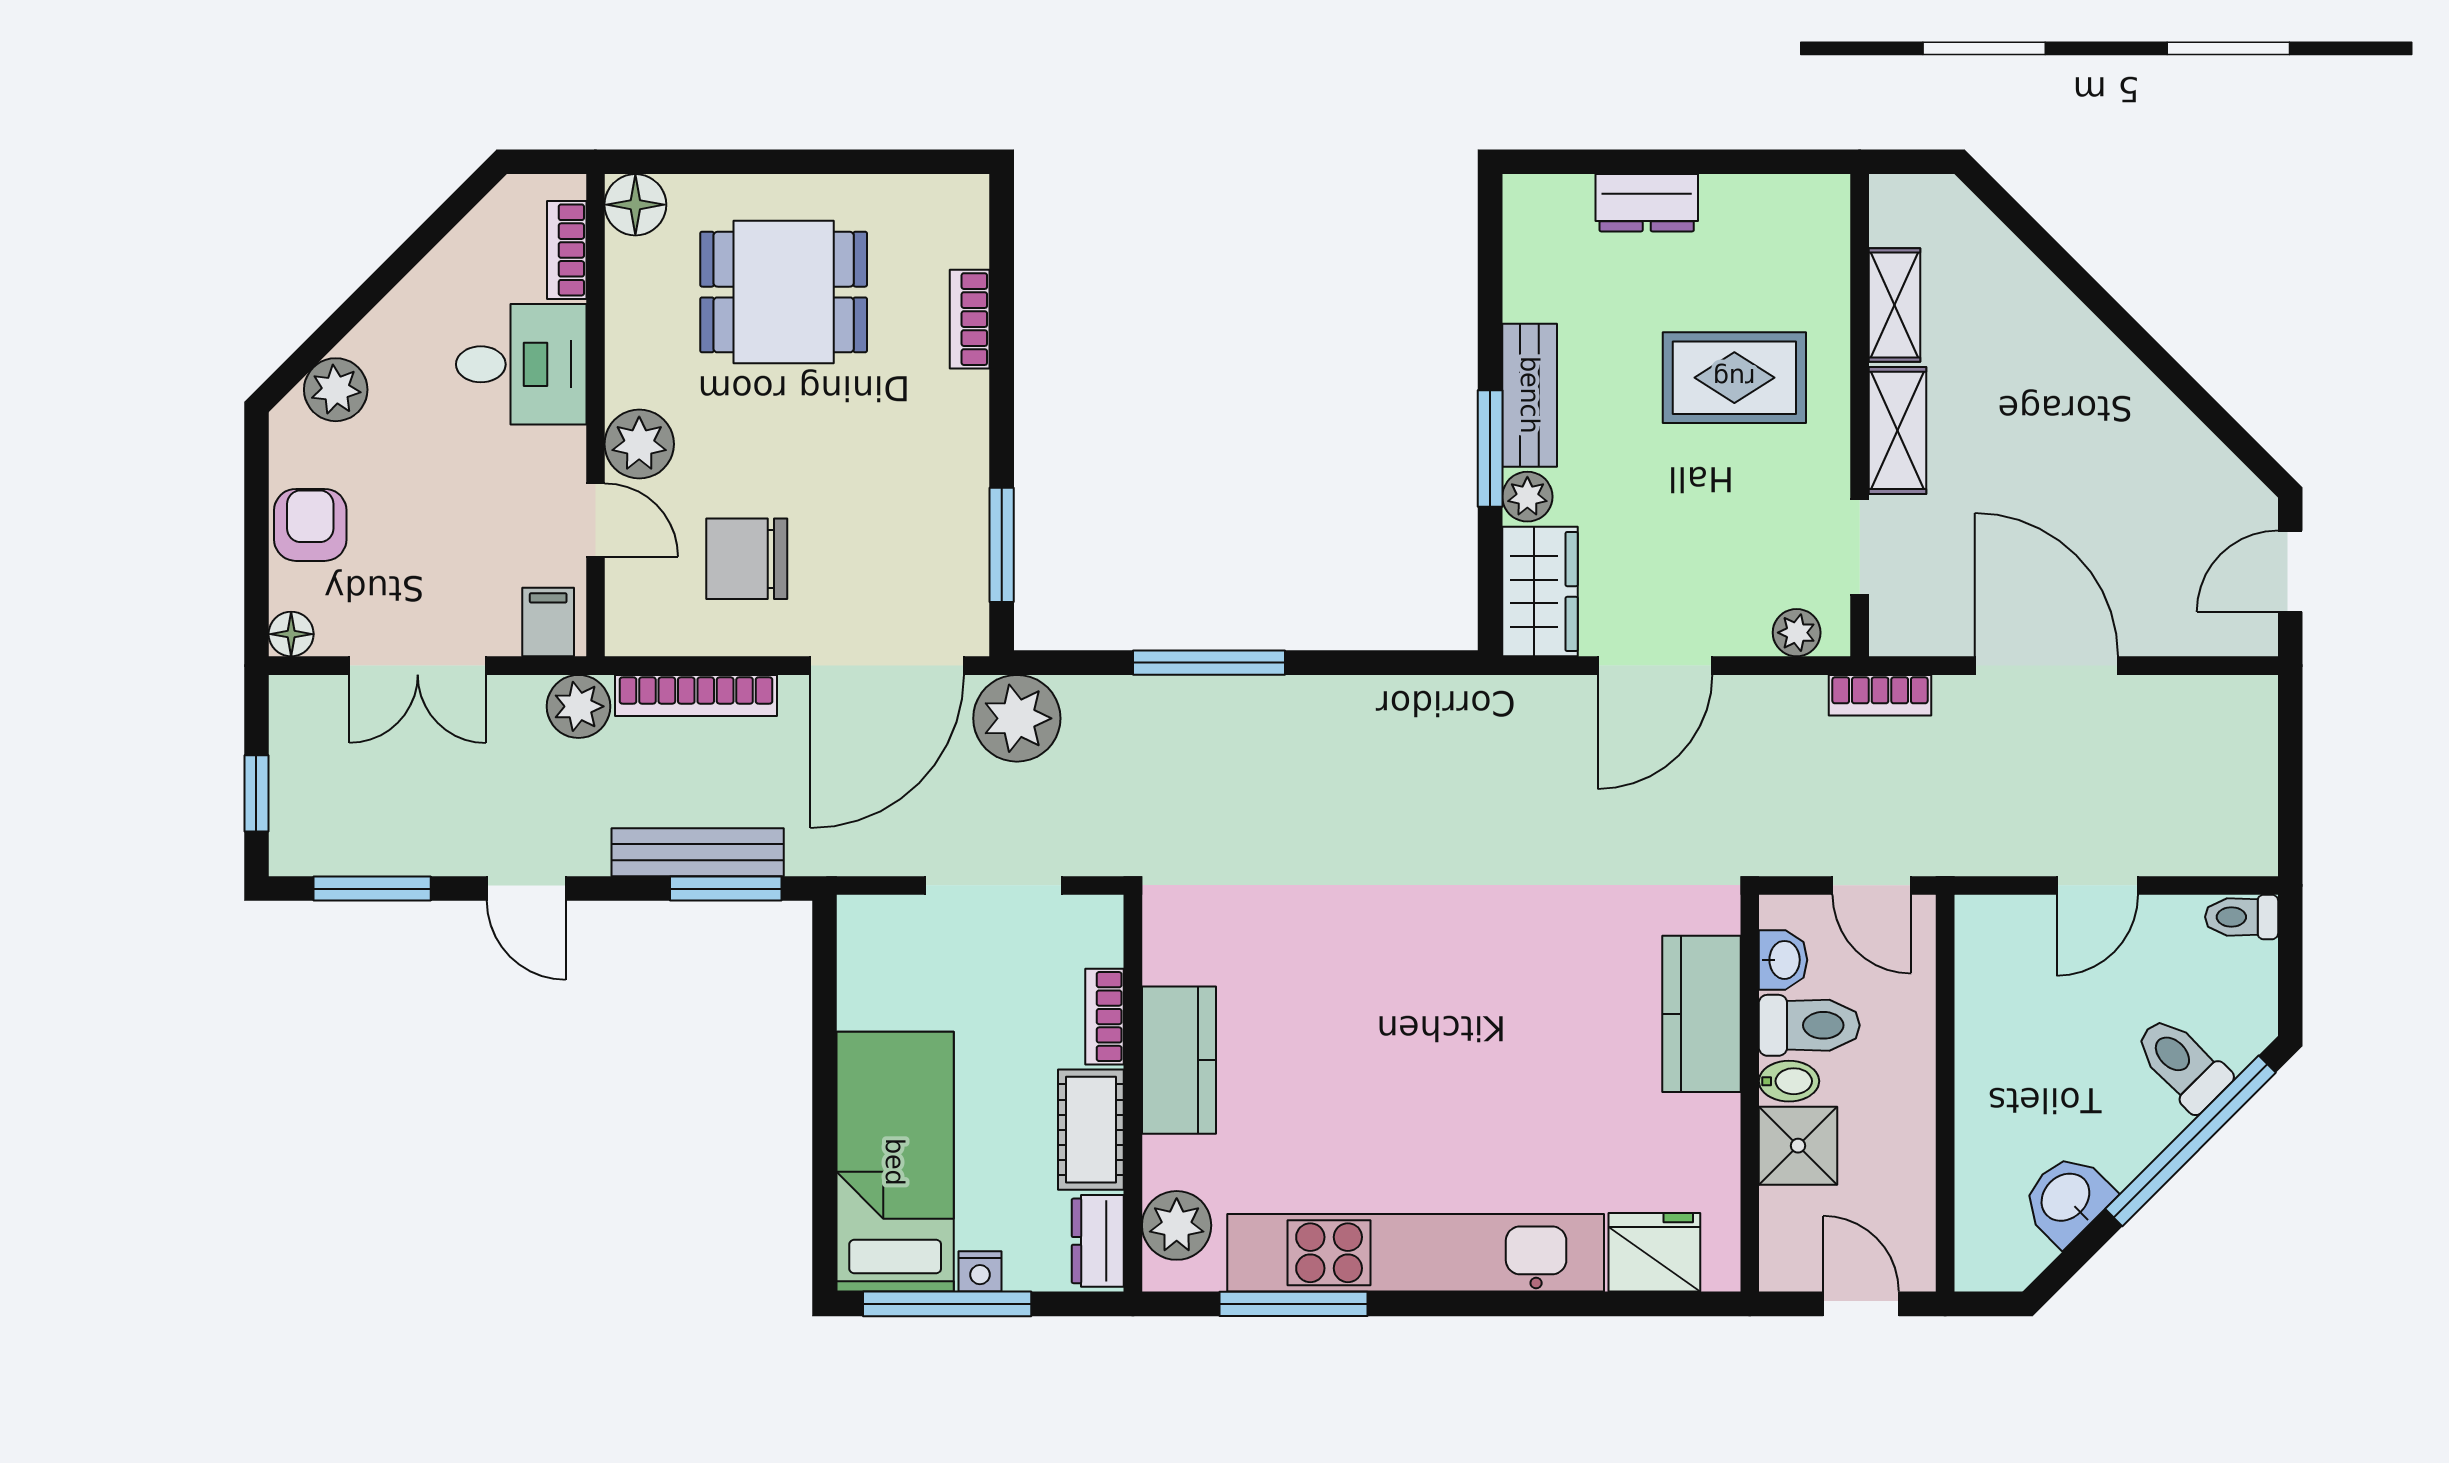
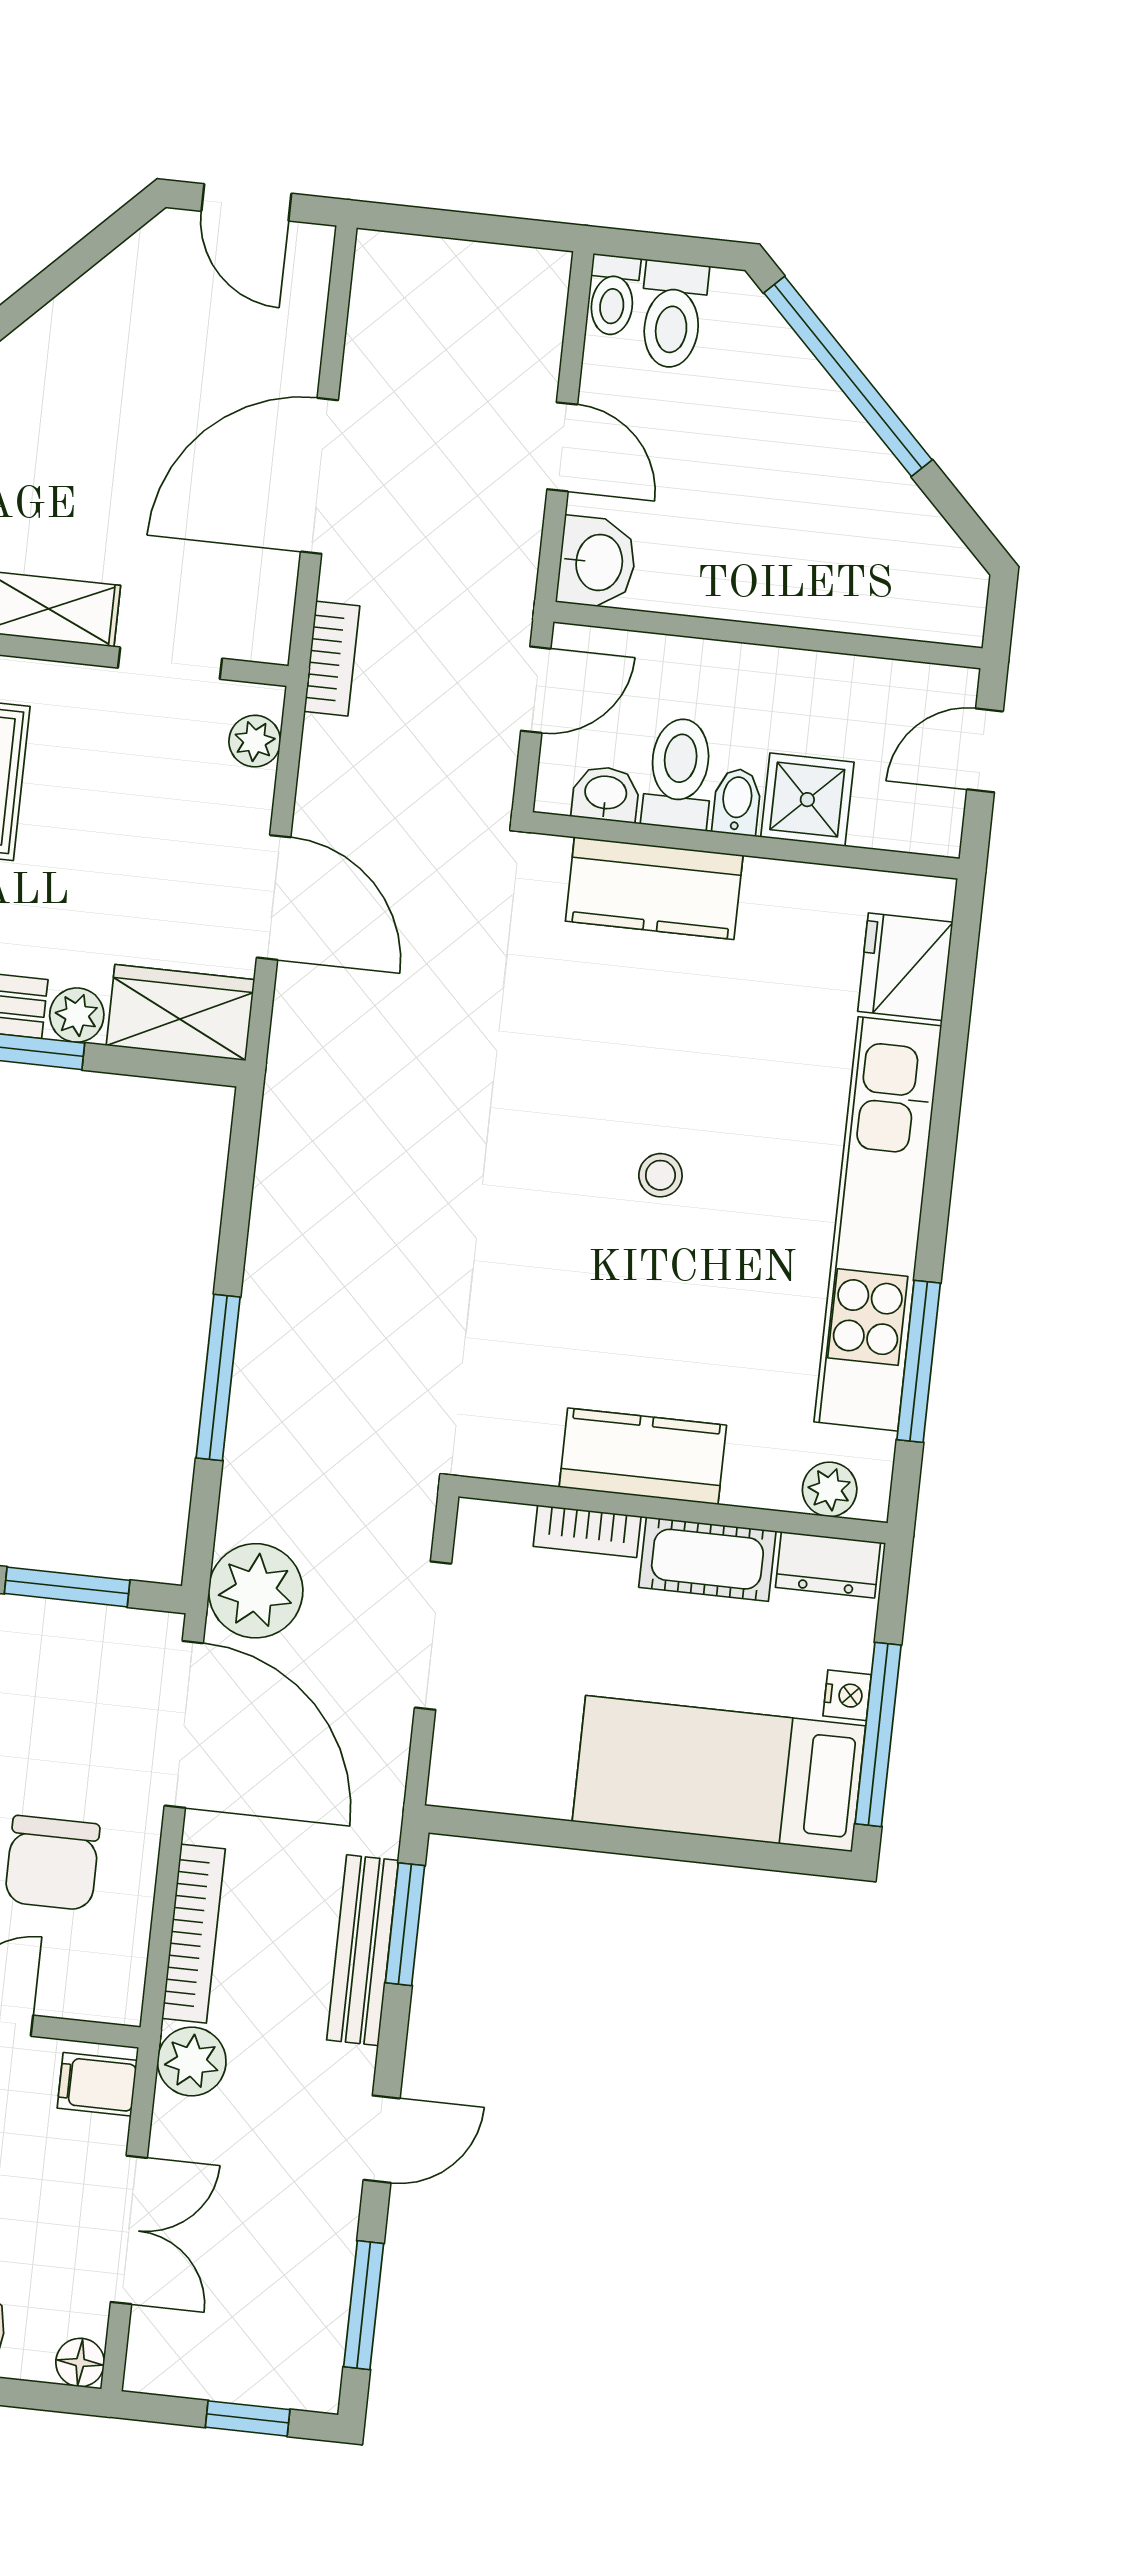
stool: (1439, 1048) -> (660, 1175), added
toilet: (2182, 1063) -> (673, 315), moved, turned -45
washbasin: (2067, 1199) -> (597, 562), moved, turned -135
plant: (1177, 1225) -> (830, 1489), width x0.73, depth x0.73

